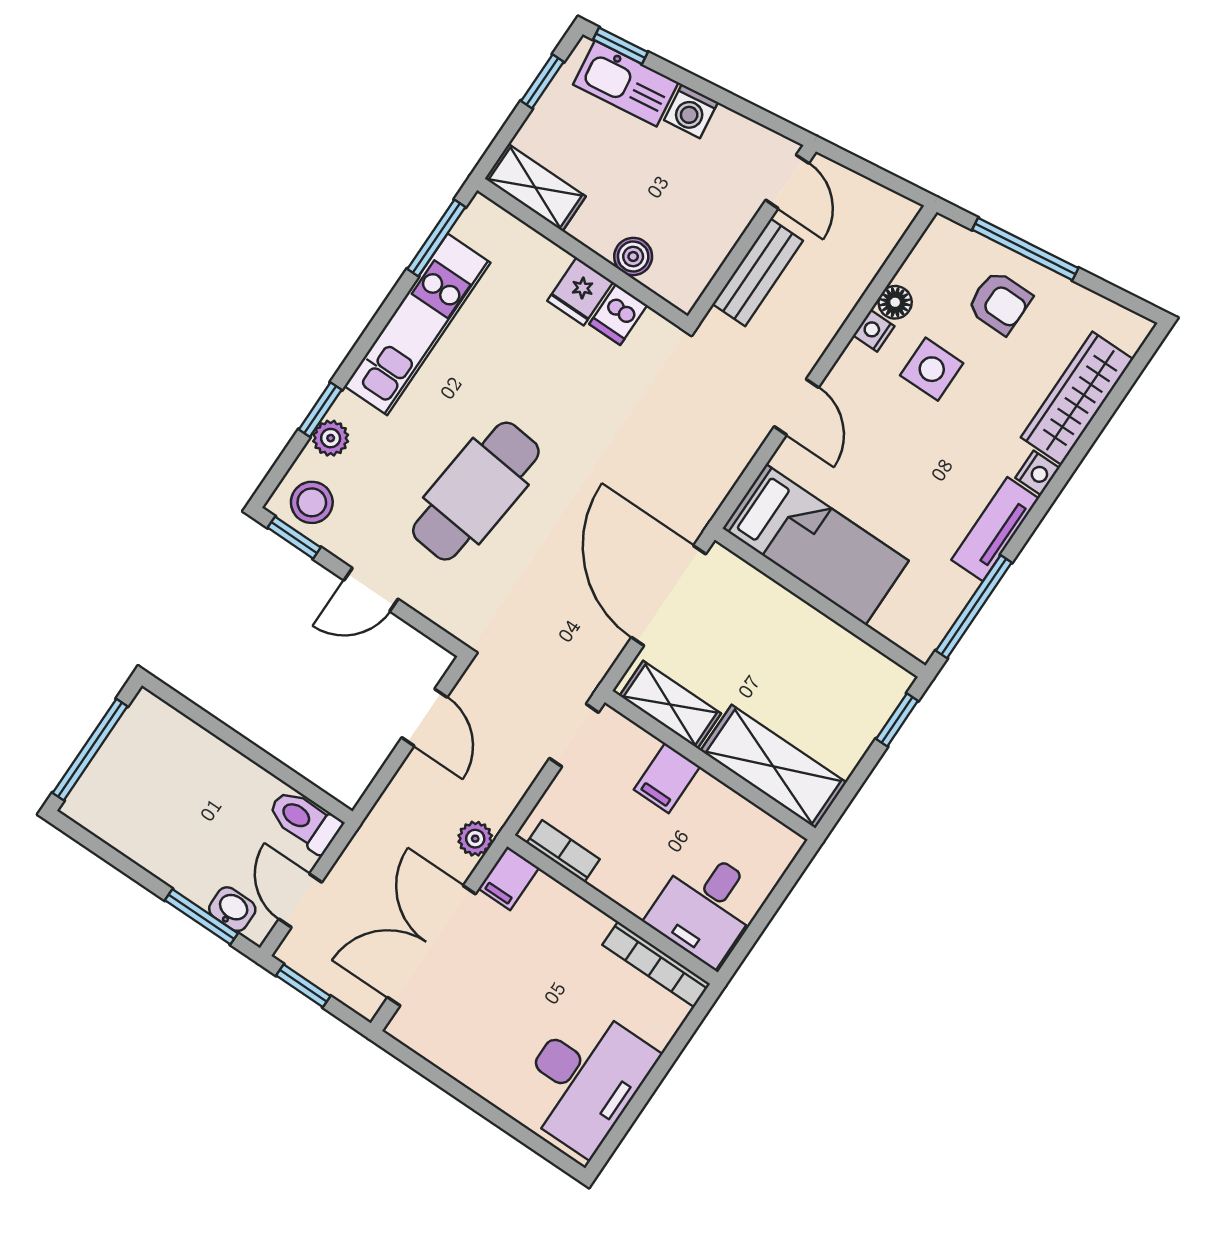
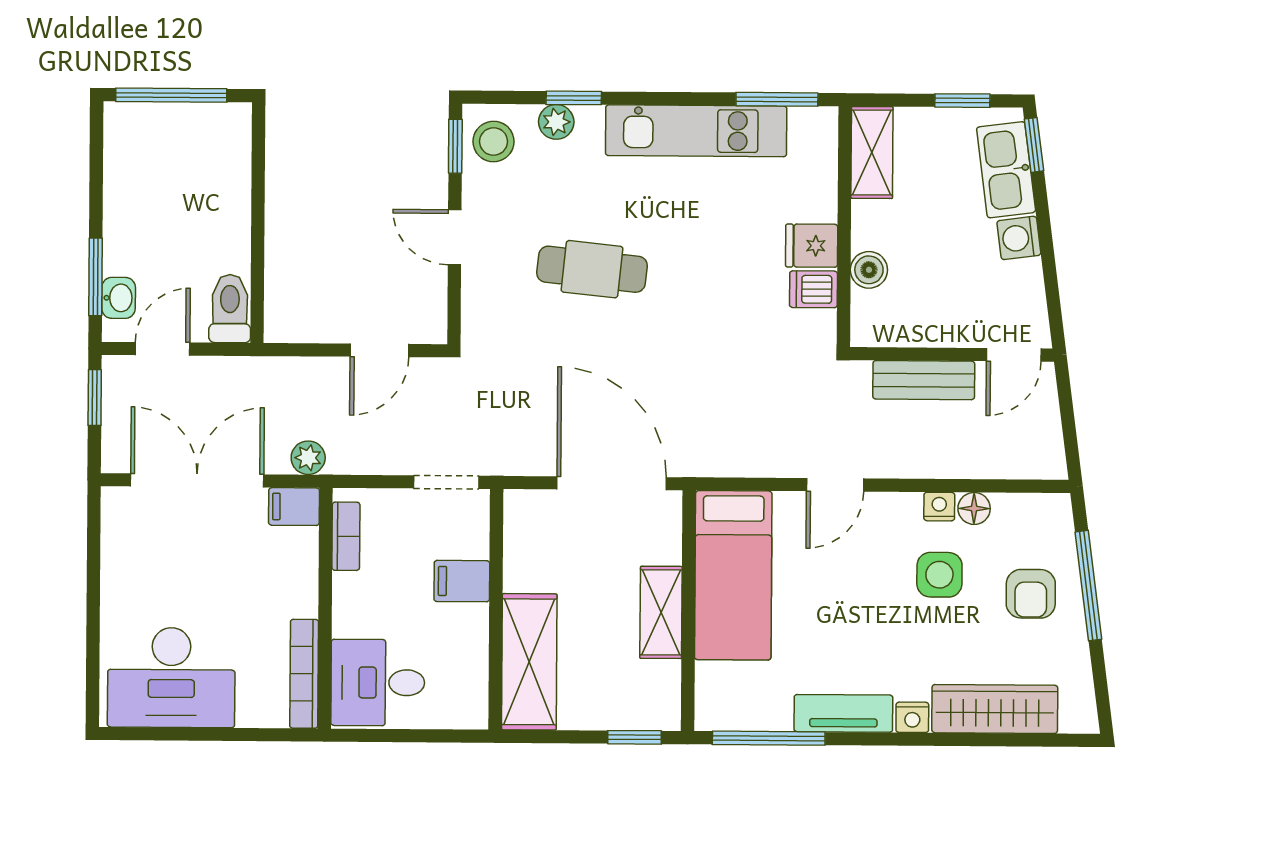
cafe table: (476, 491) -> (592, 269), width x0.73, depth x0.74
door: (669, 596) -> (612, 483), hinge flipped
shelving: (670, 705) -> (661, 612), moved

